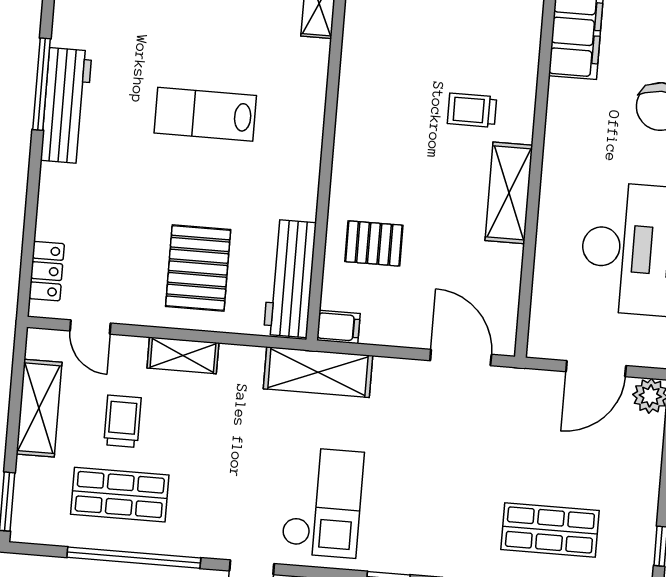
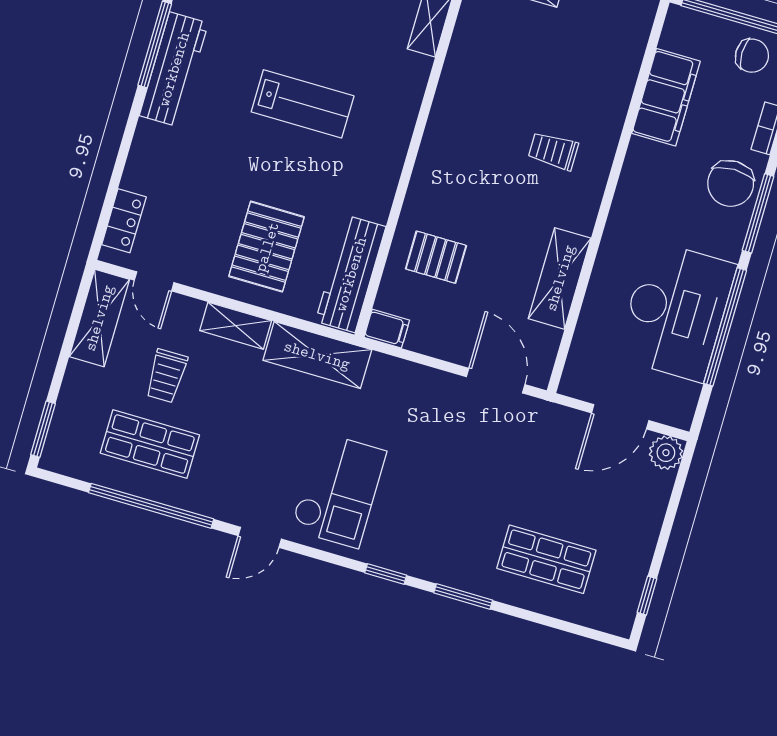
lab bench: (205, 114) -> (303, 104), turned 180
shelving: (509, 193) -> (560, 278), moved
shelving: (318, 372) -> (317, 355), moved
shelving: (39, 408) -> (99, 318), moved
trolley: (122, 421) -> (166, 376), turned 180

